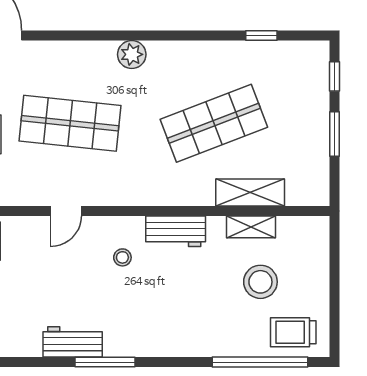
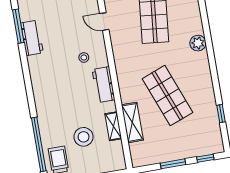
window: (105, 362) -> (18, 26), moved

